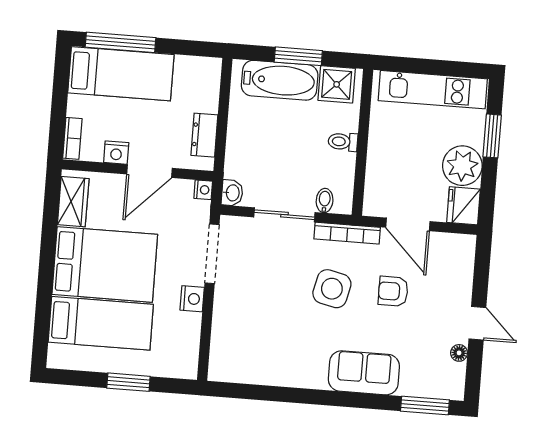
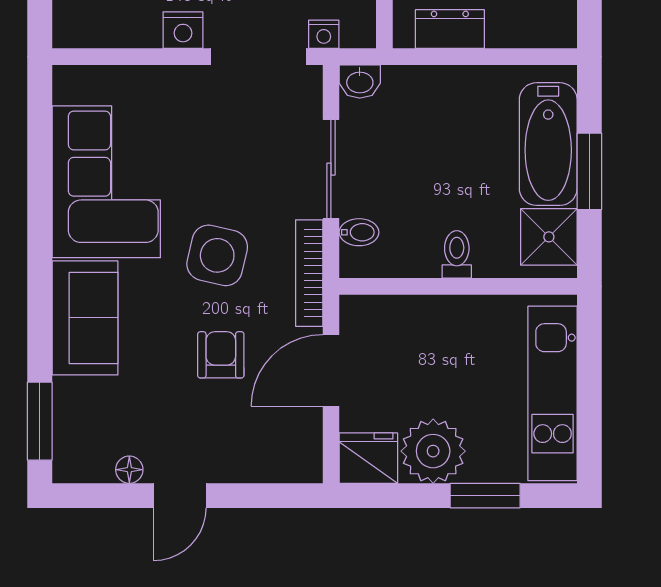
nightstand: (203, 190) -> (324, 34), moved
corner sofa: (281, 353) -> (106, 182), added

